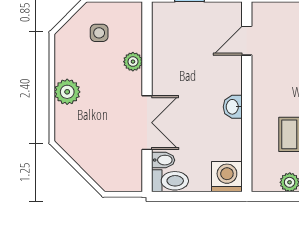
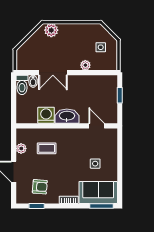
plant: (67, 92) -> (51, 30), moved
washbasin: (233, 107) -> (67, 116), width x1.91, depth x1.45
washing machine: (227, 177) -> (46, 115), moved, turned -90

